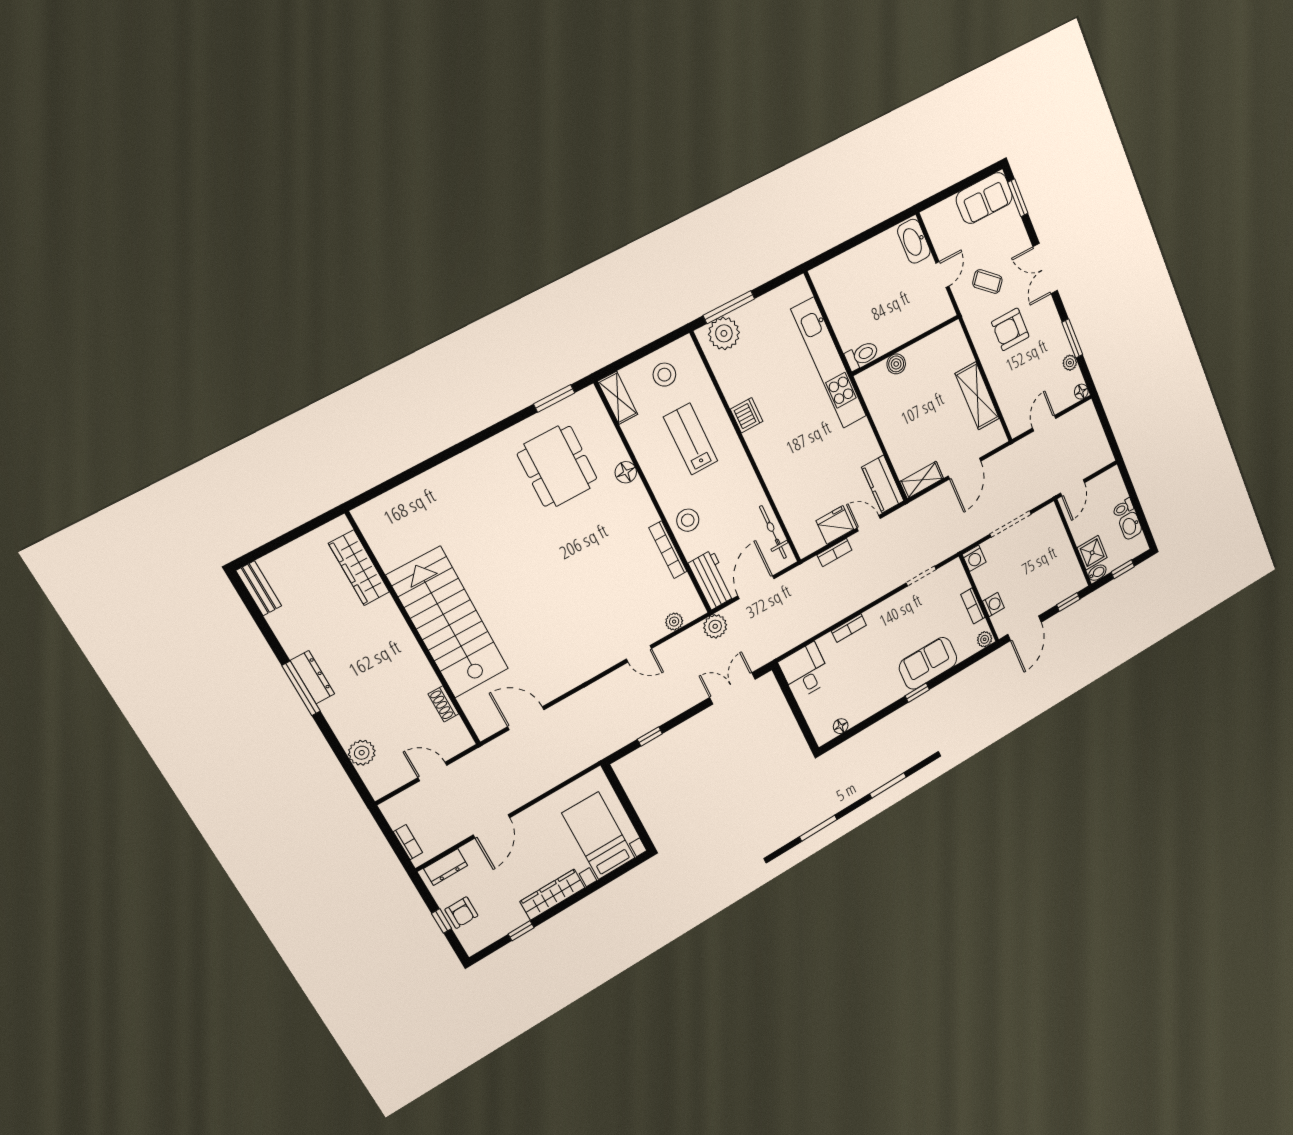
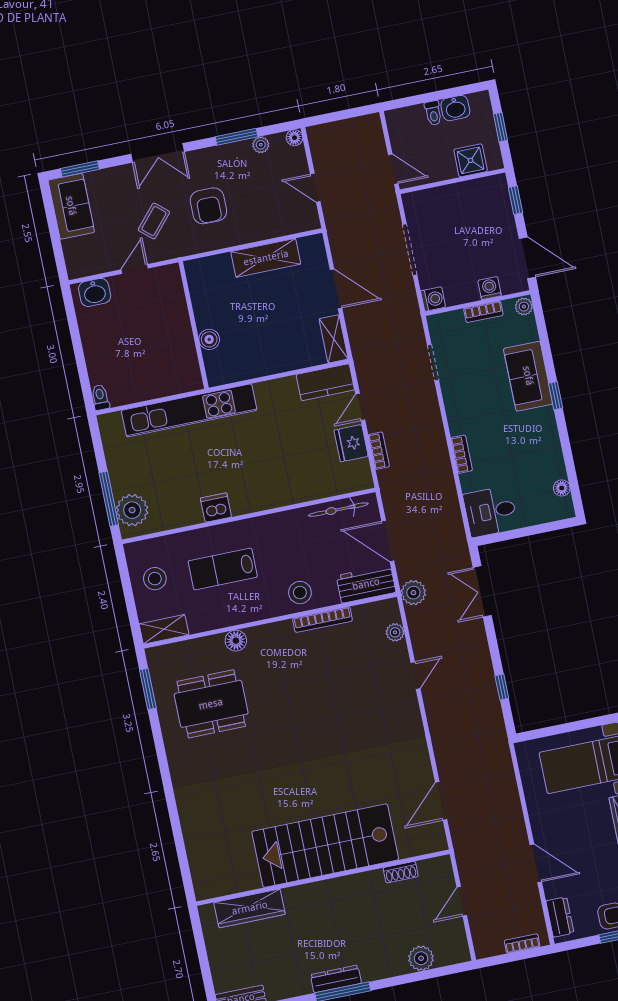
washbasin: (914, 241) -> (95, 292), width x0.72
door: (942, 275) -> (135, 269), hinge flipped
toilet: (862, 355) -> (100, 397), moved, width x0.73, depth x0.72
bidet: (1097, 573) -> (494, 159), removed

